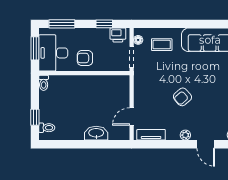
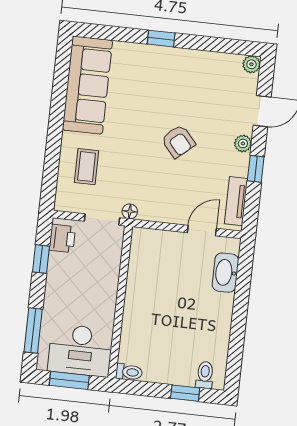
floor lamp: (138, 40) -> (130, 211), moved
armchair: (85, 58) -> (95, 298), removed
door: (132, 117) -> (202, 231), swing flipped
washbasin: (96, 133) -> (225, 273), moved
window: (171, 144) -> (256, 169), added

